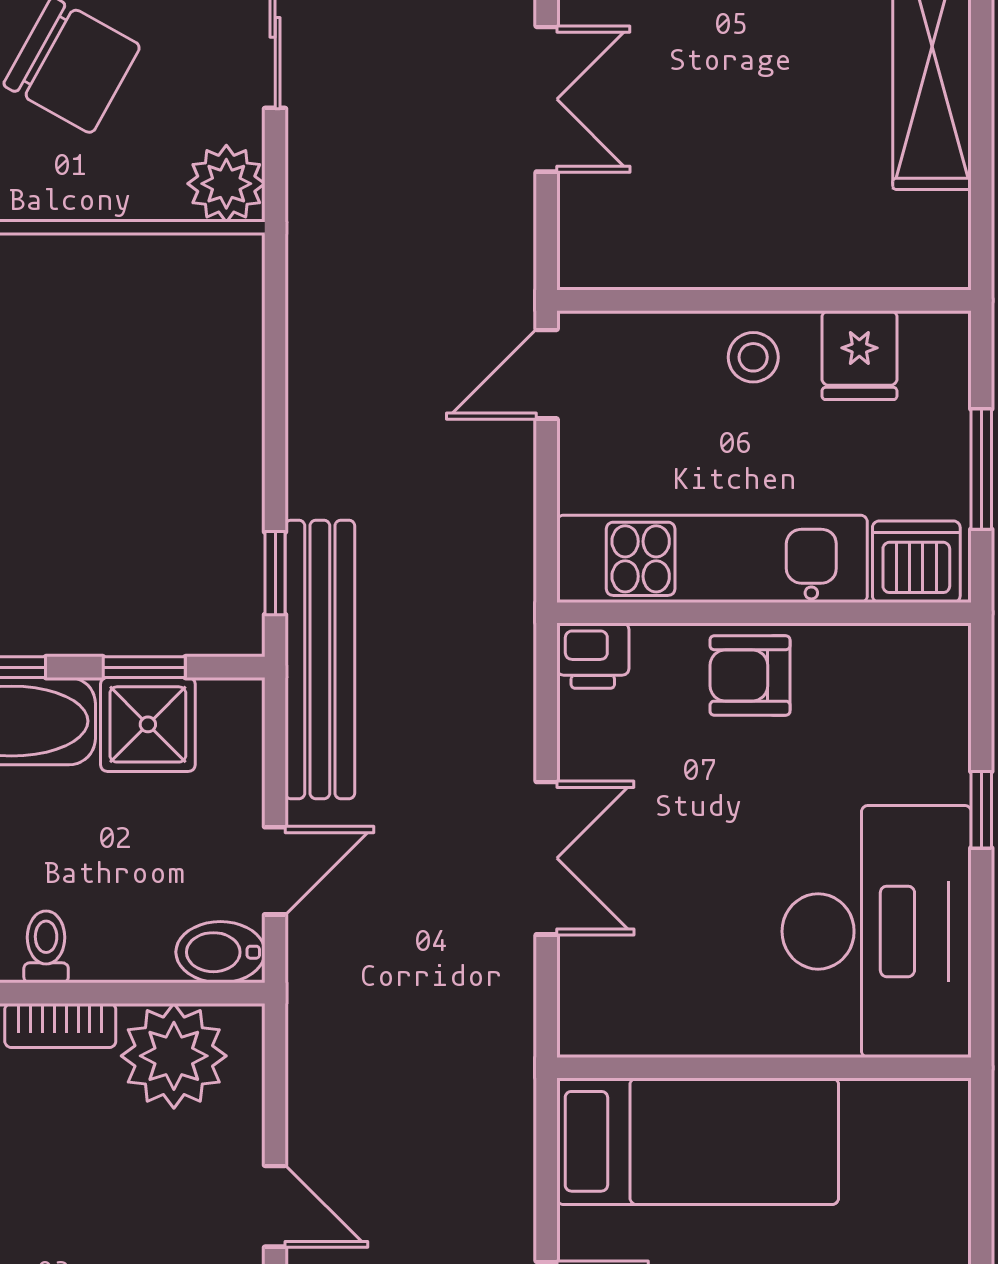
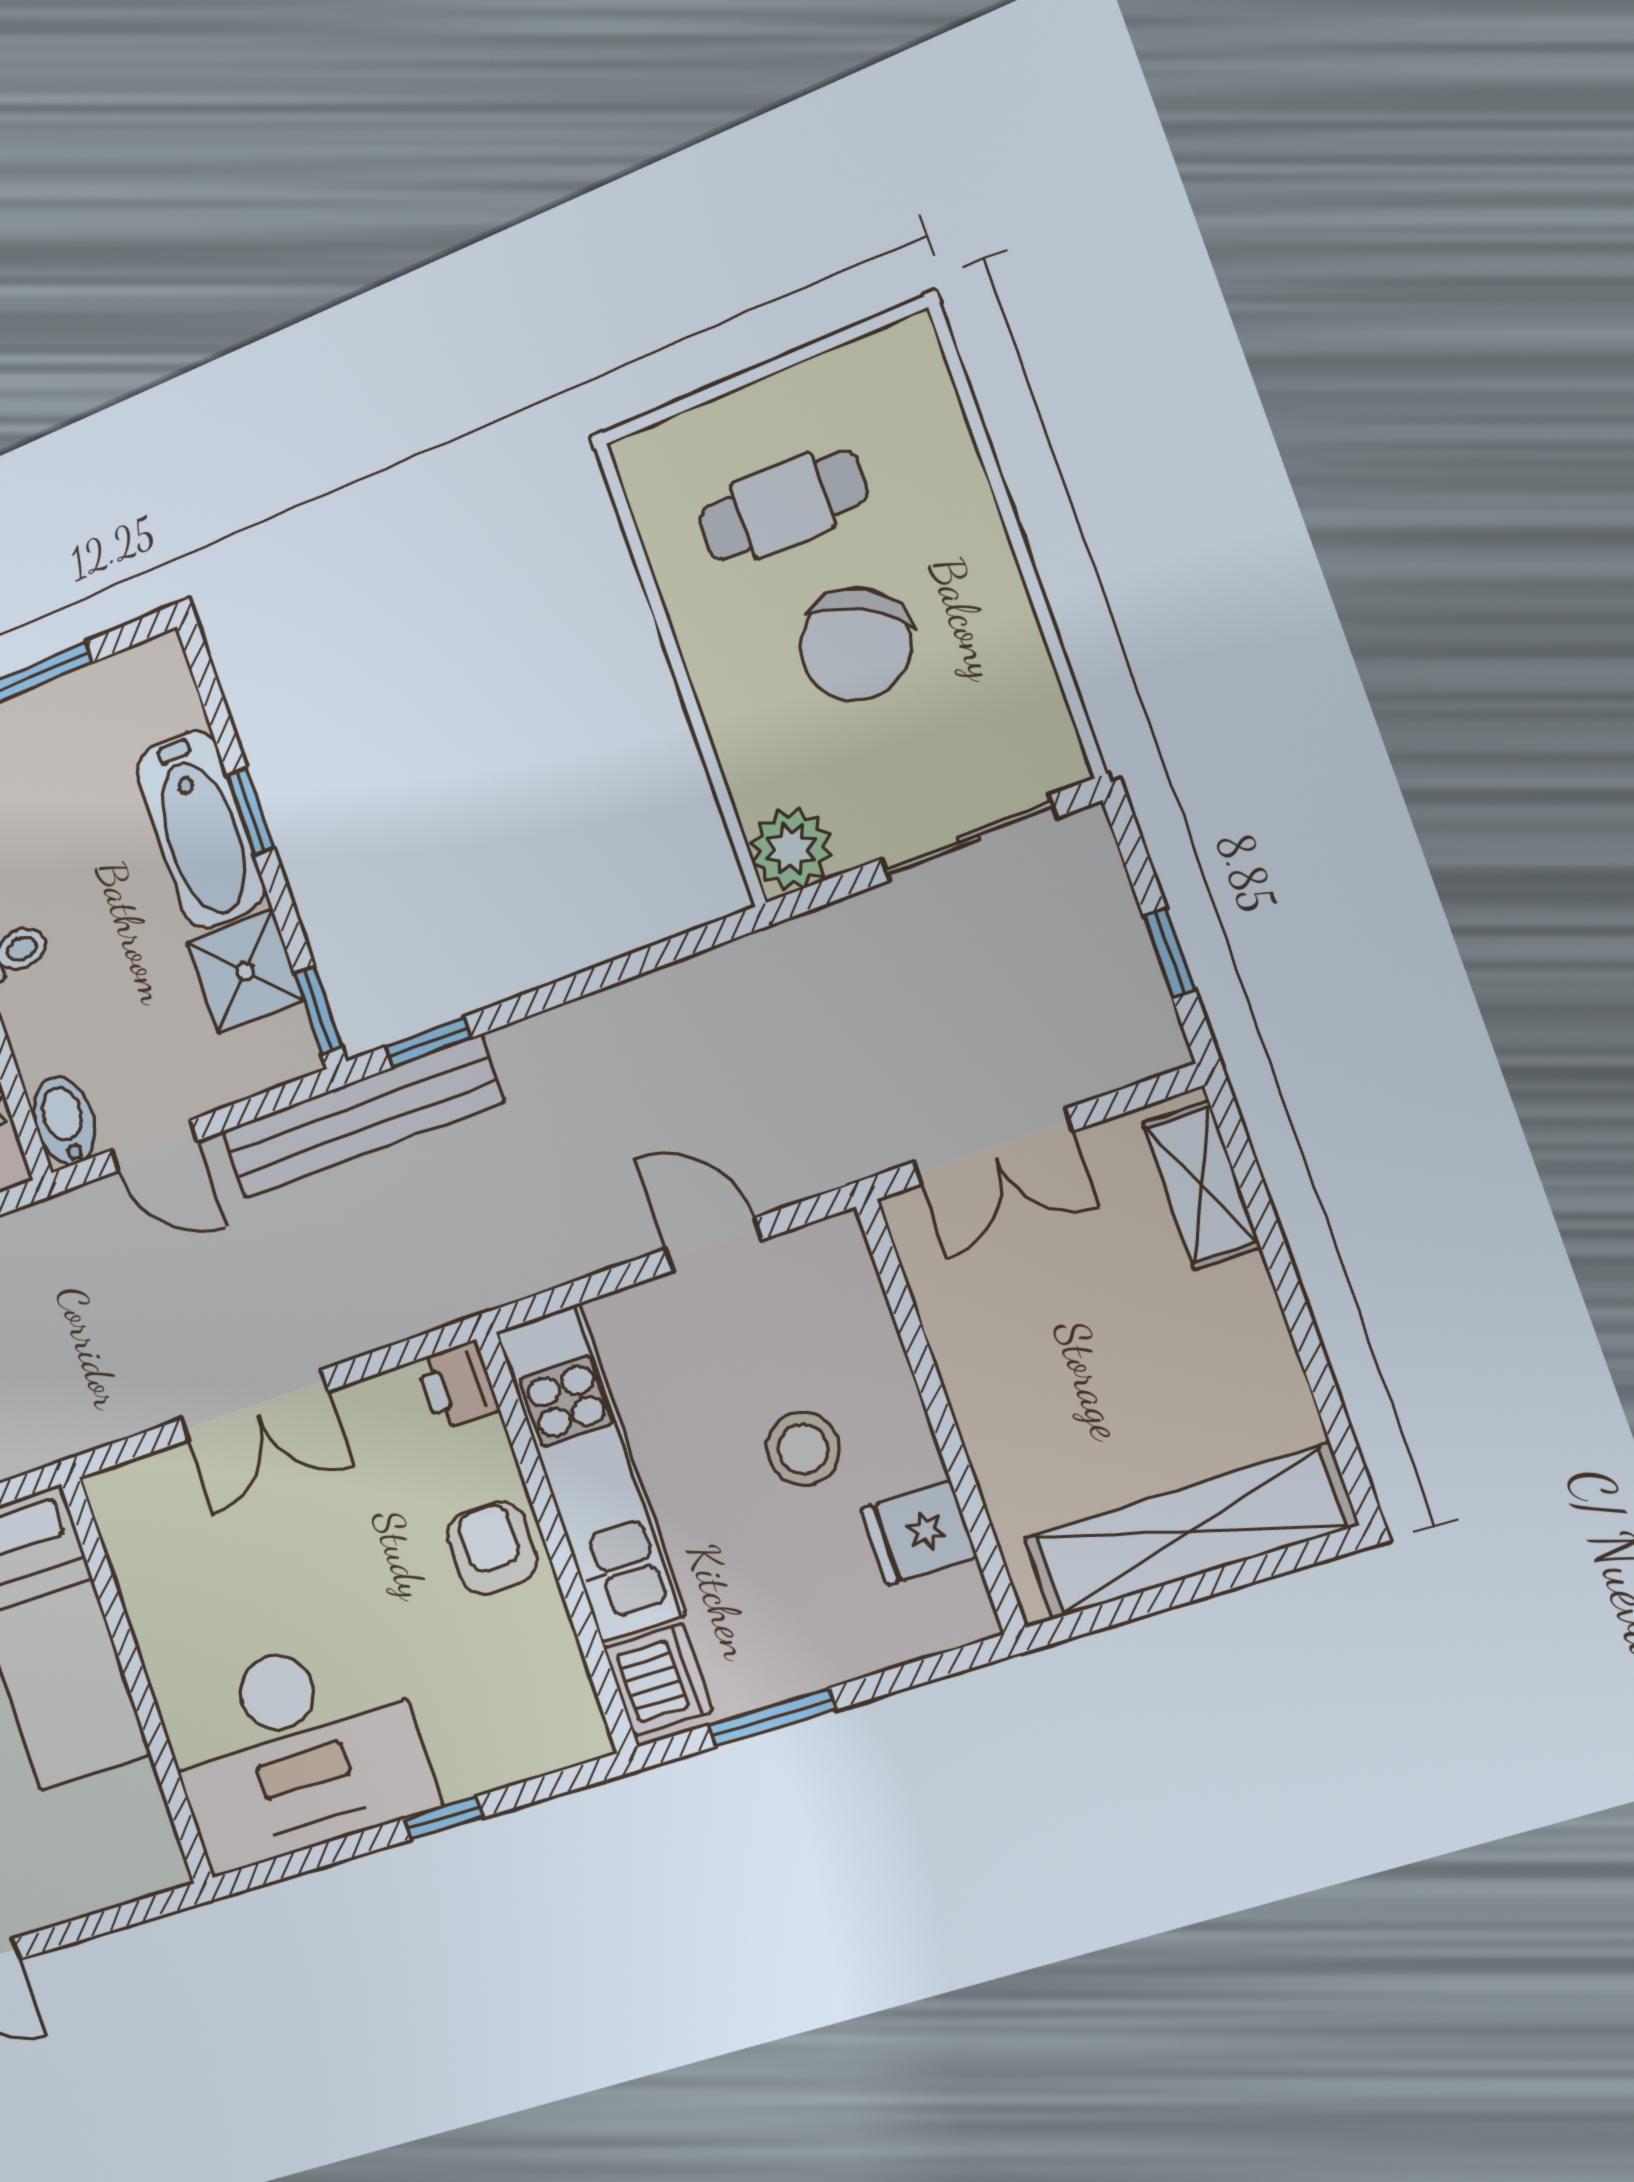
wall: (764, 300) -> (941, 1416), moved
fridge: (859, 355) -> (919, 1533), moved
stool: (753, 357) -> (803, 1449), width x1.37, depth x1.37
window: (144, 667) -> (318, 1010), moved

